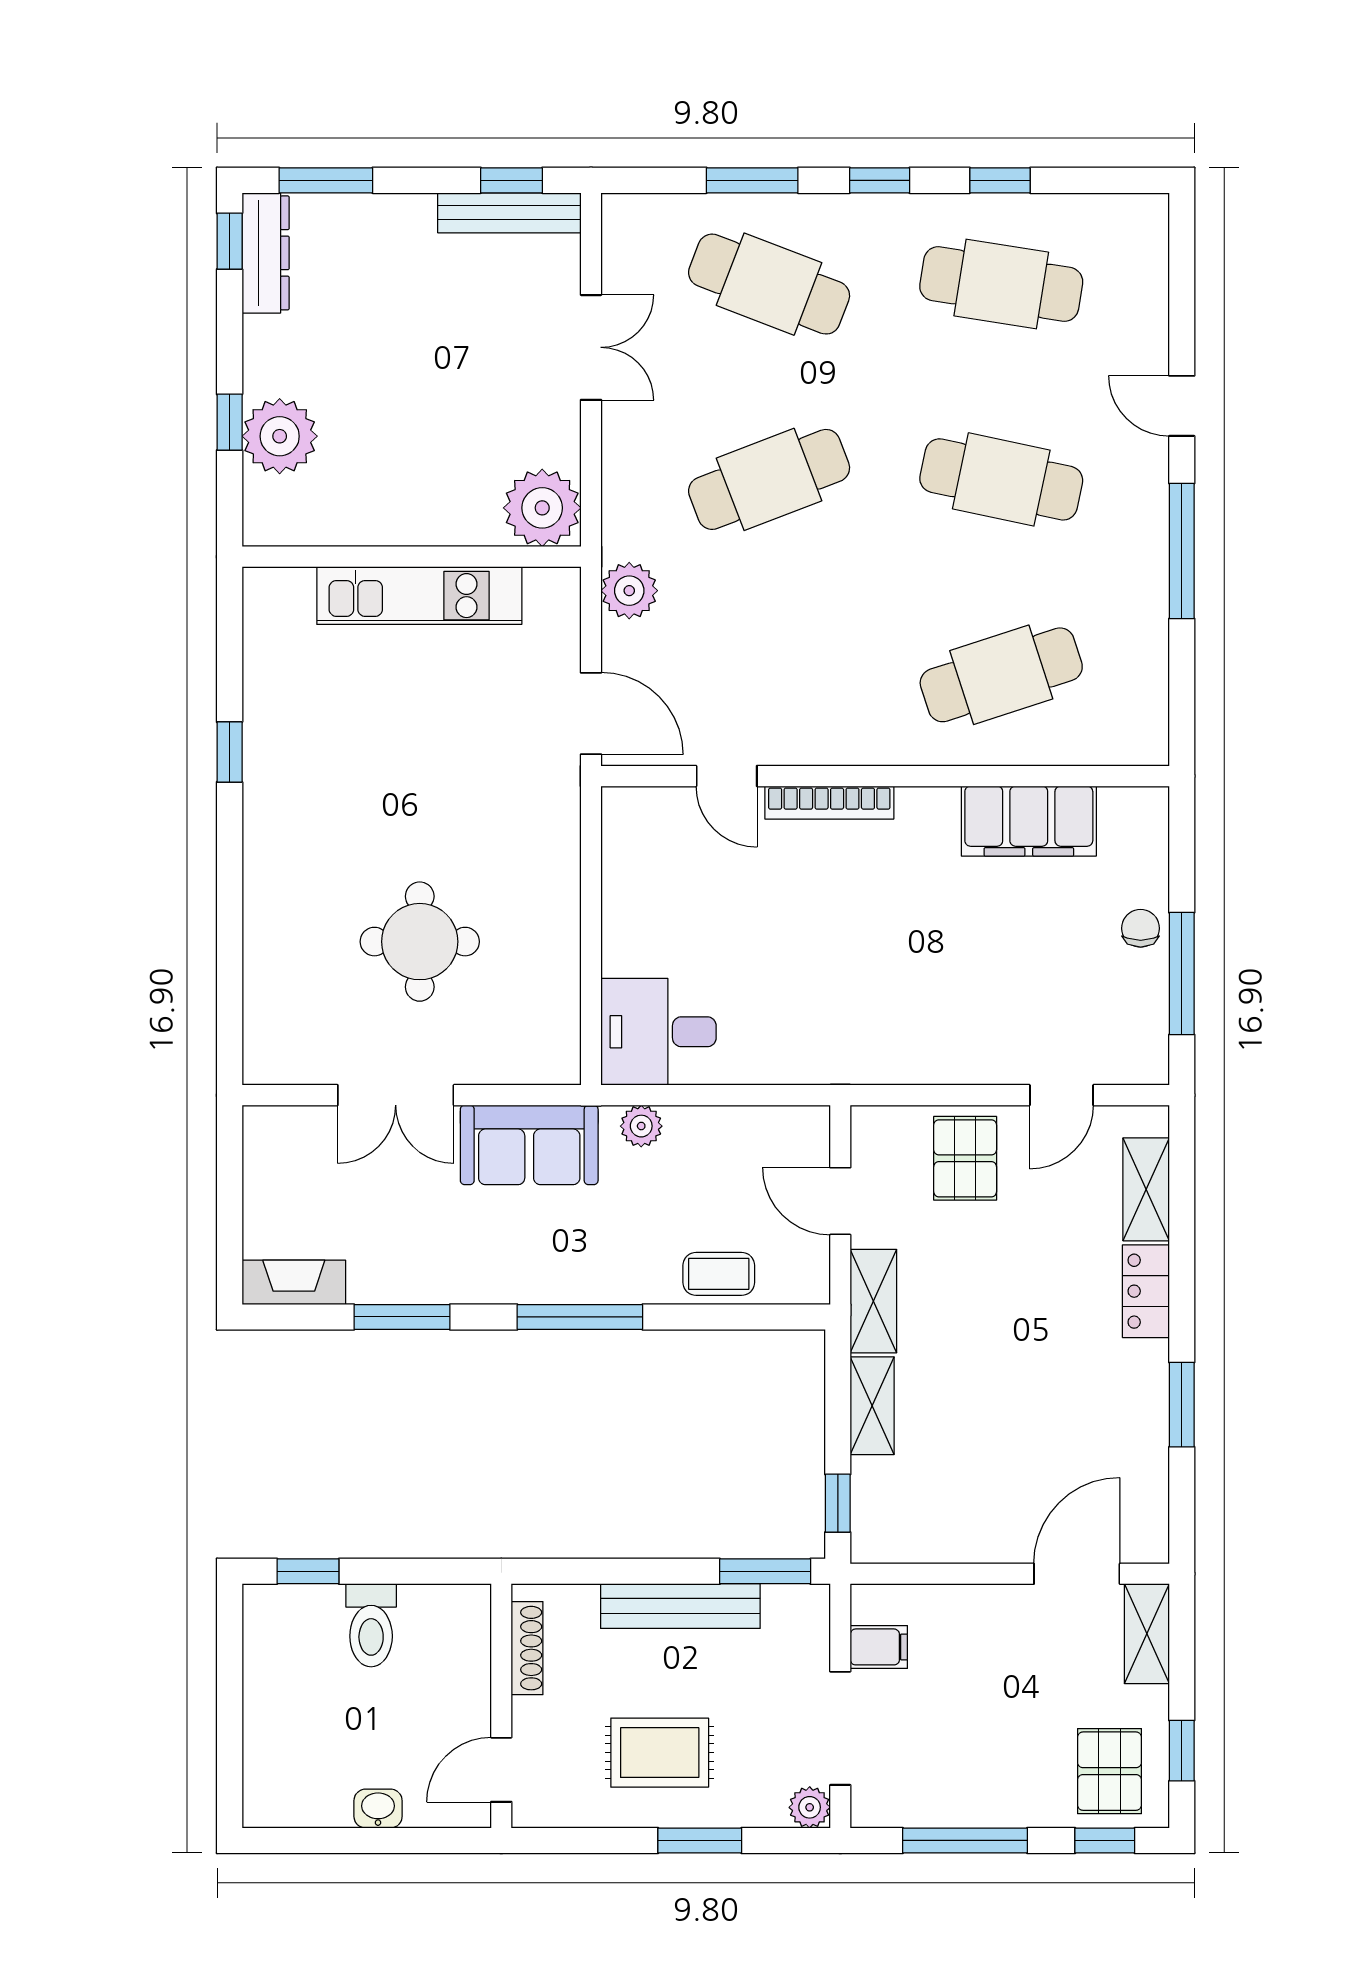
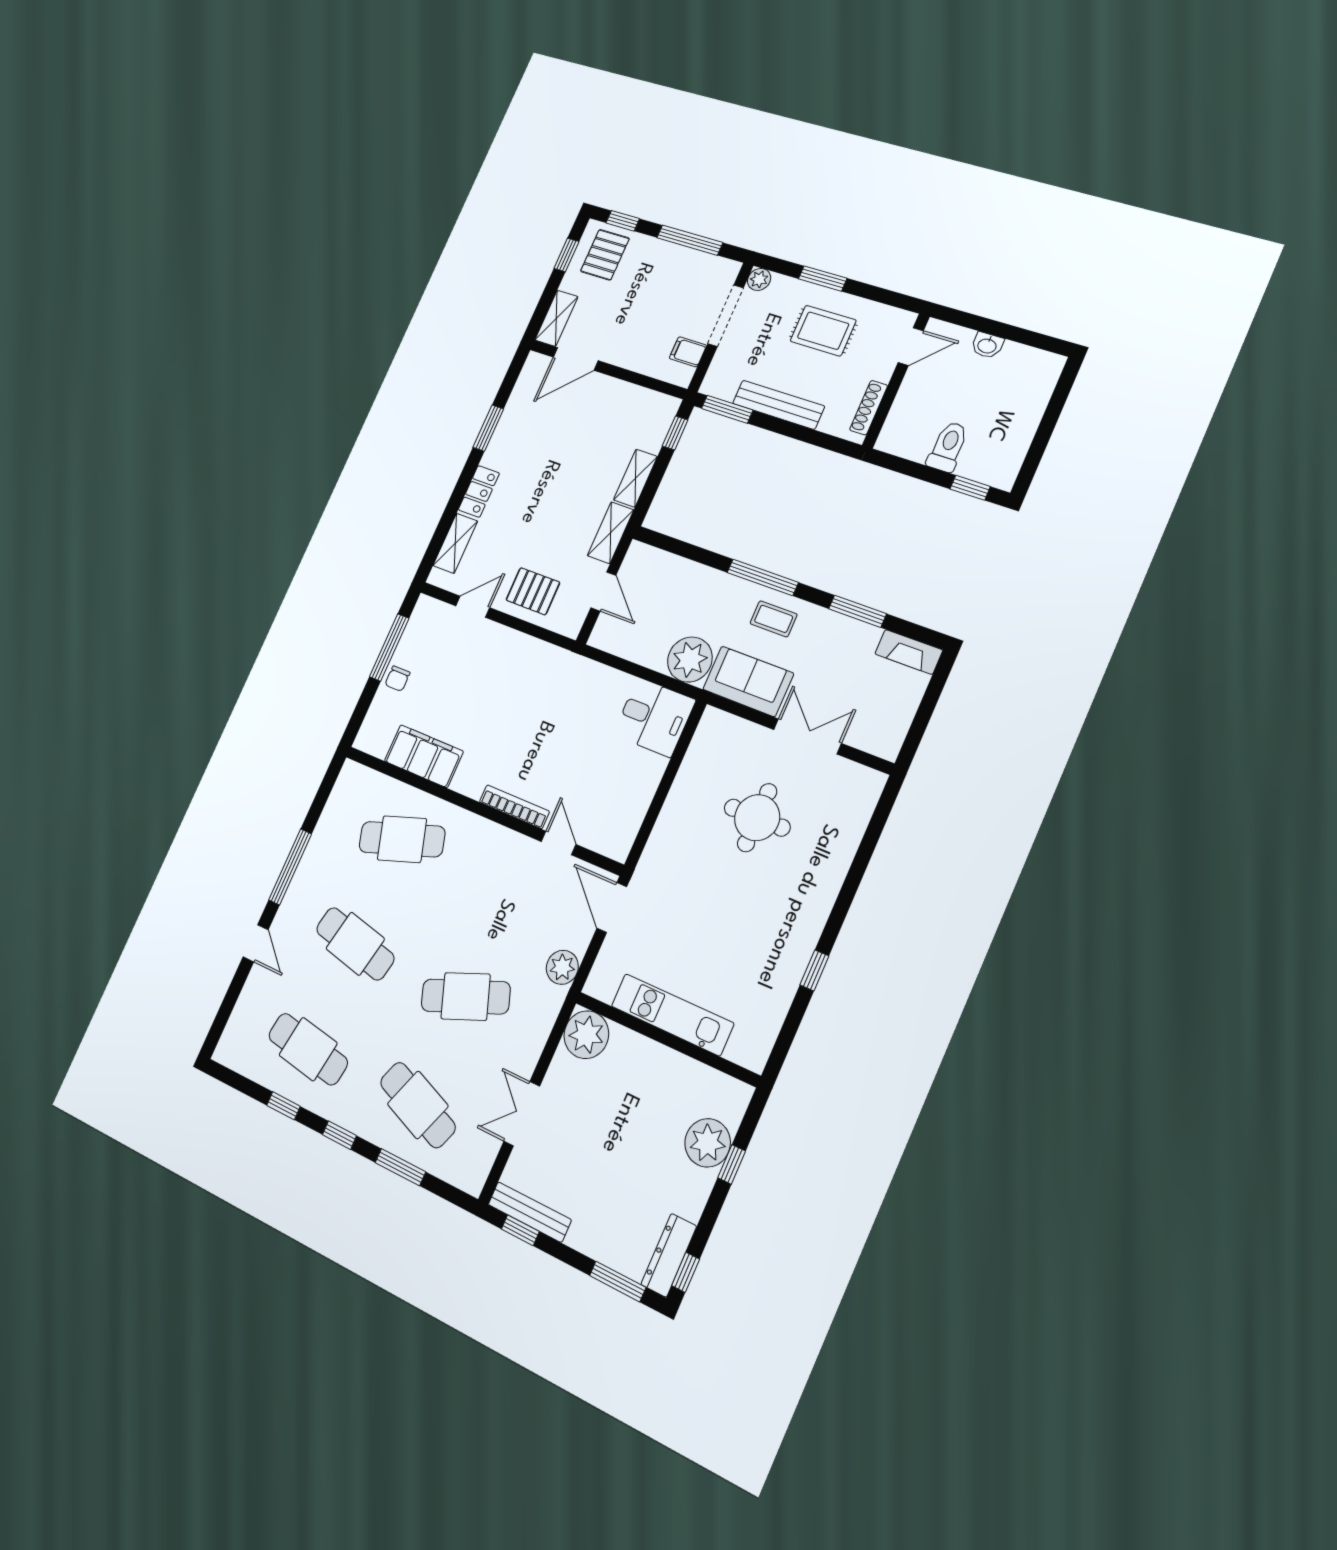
plant: (641, 1126) -> (690, 660), width x1.87, depth x1.87
pallet: (965, 1158) -> (533, 591), turned 90
coffee table: (719, 1274) -> (774, 619), moved

